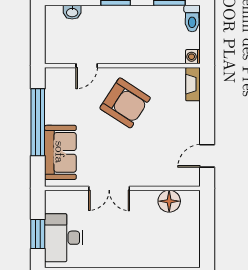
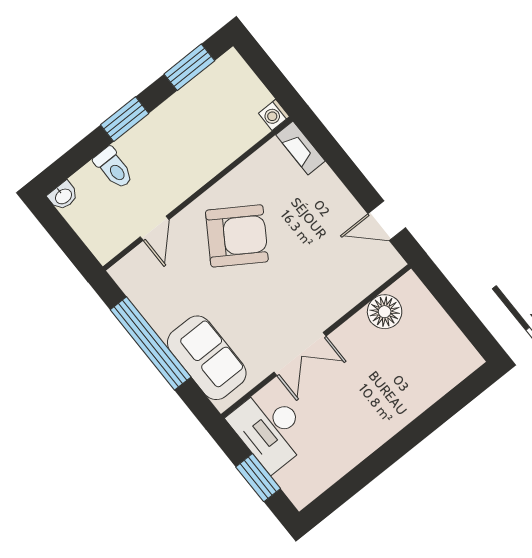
washbasin: (72, 12) -> (63, 196), moved
toilet: (192, 19) -> (114, 168), moved
door: (207, 156) -> (387, 221), hinge flipped
desk: (64, 238) -> (270, 429), moved

